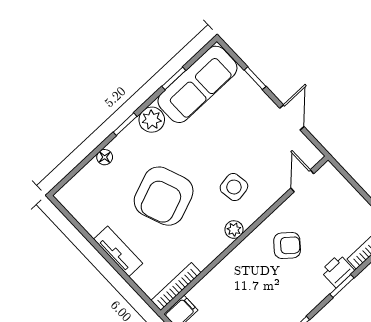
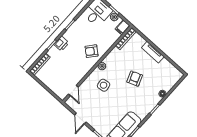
plant: (152, 120) -> (143, 112), removed
armchair: (164, 196) -> (135, 79), width x0.53, depth x0.53
armchair: (287, 245) -> (91, 51), moved
printer: (338, 271) -> (61, 44), moved

